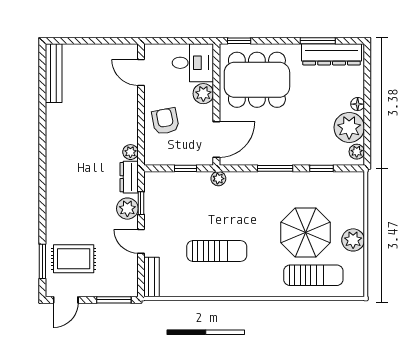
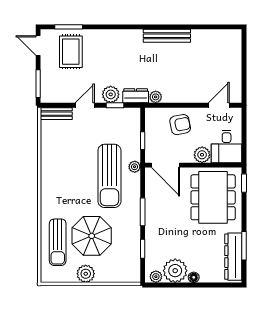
bench: (54, 73) -> (167, 36), moved
sun lounger: (217, 251) -> (109, 176), moved, width x1.36, depth x1.34

